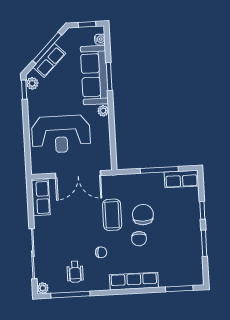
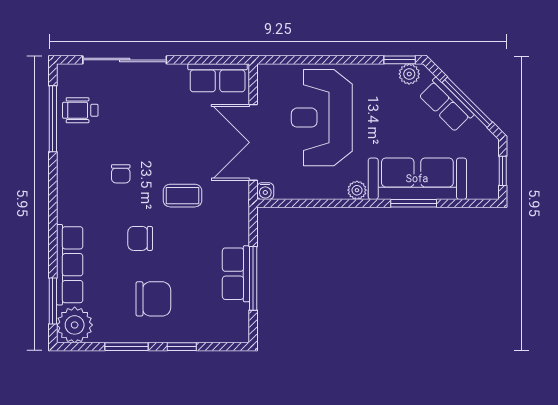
water cooler: (100, 39) -> (265, 191), moved
row of seats: (181, 179) -> (236, 274), moved
coffee table: (112, 215) -> (182, 196), width x0.73, depth x0.77
chair: (143, 215) -> (153, 299), moved
wheelchair: (75, 272) -> (80, 110), moved
row of seats: (134, 281) -> (70, 265), moved
plant: (43, 288) -> (75, 325), moved, width x1.87, depth x1.87

